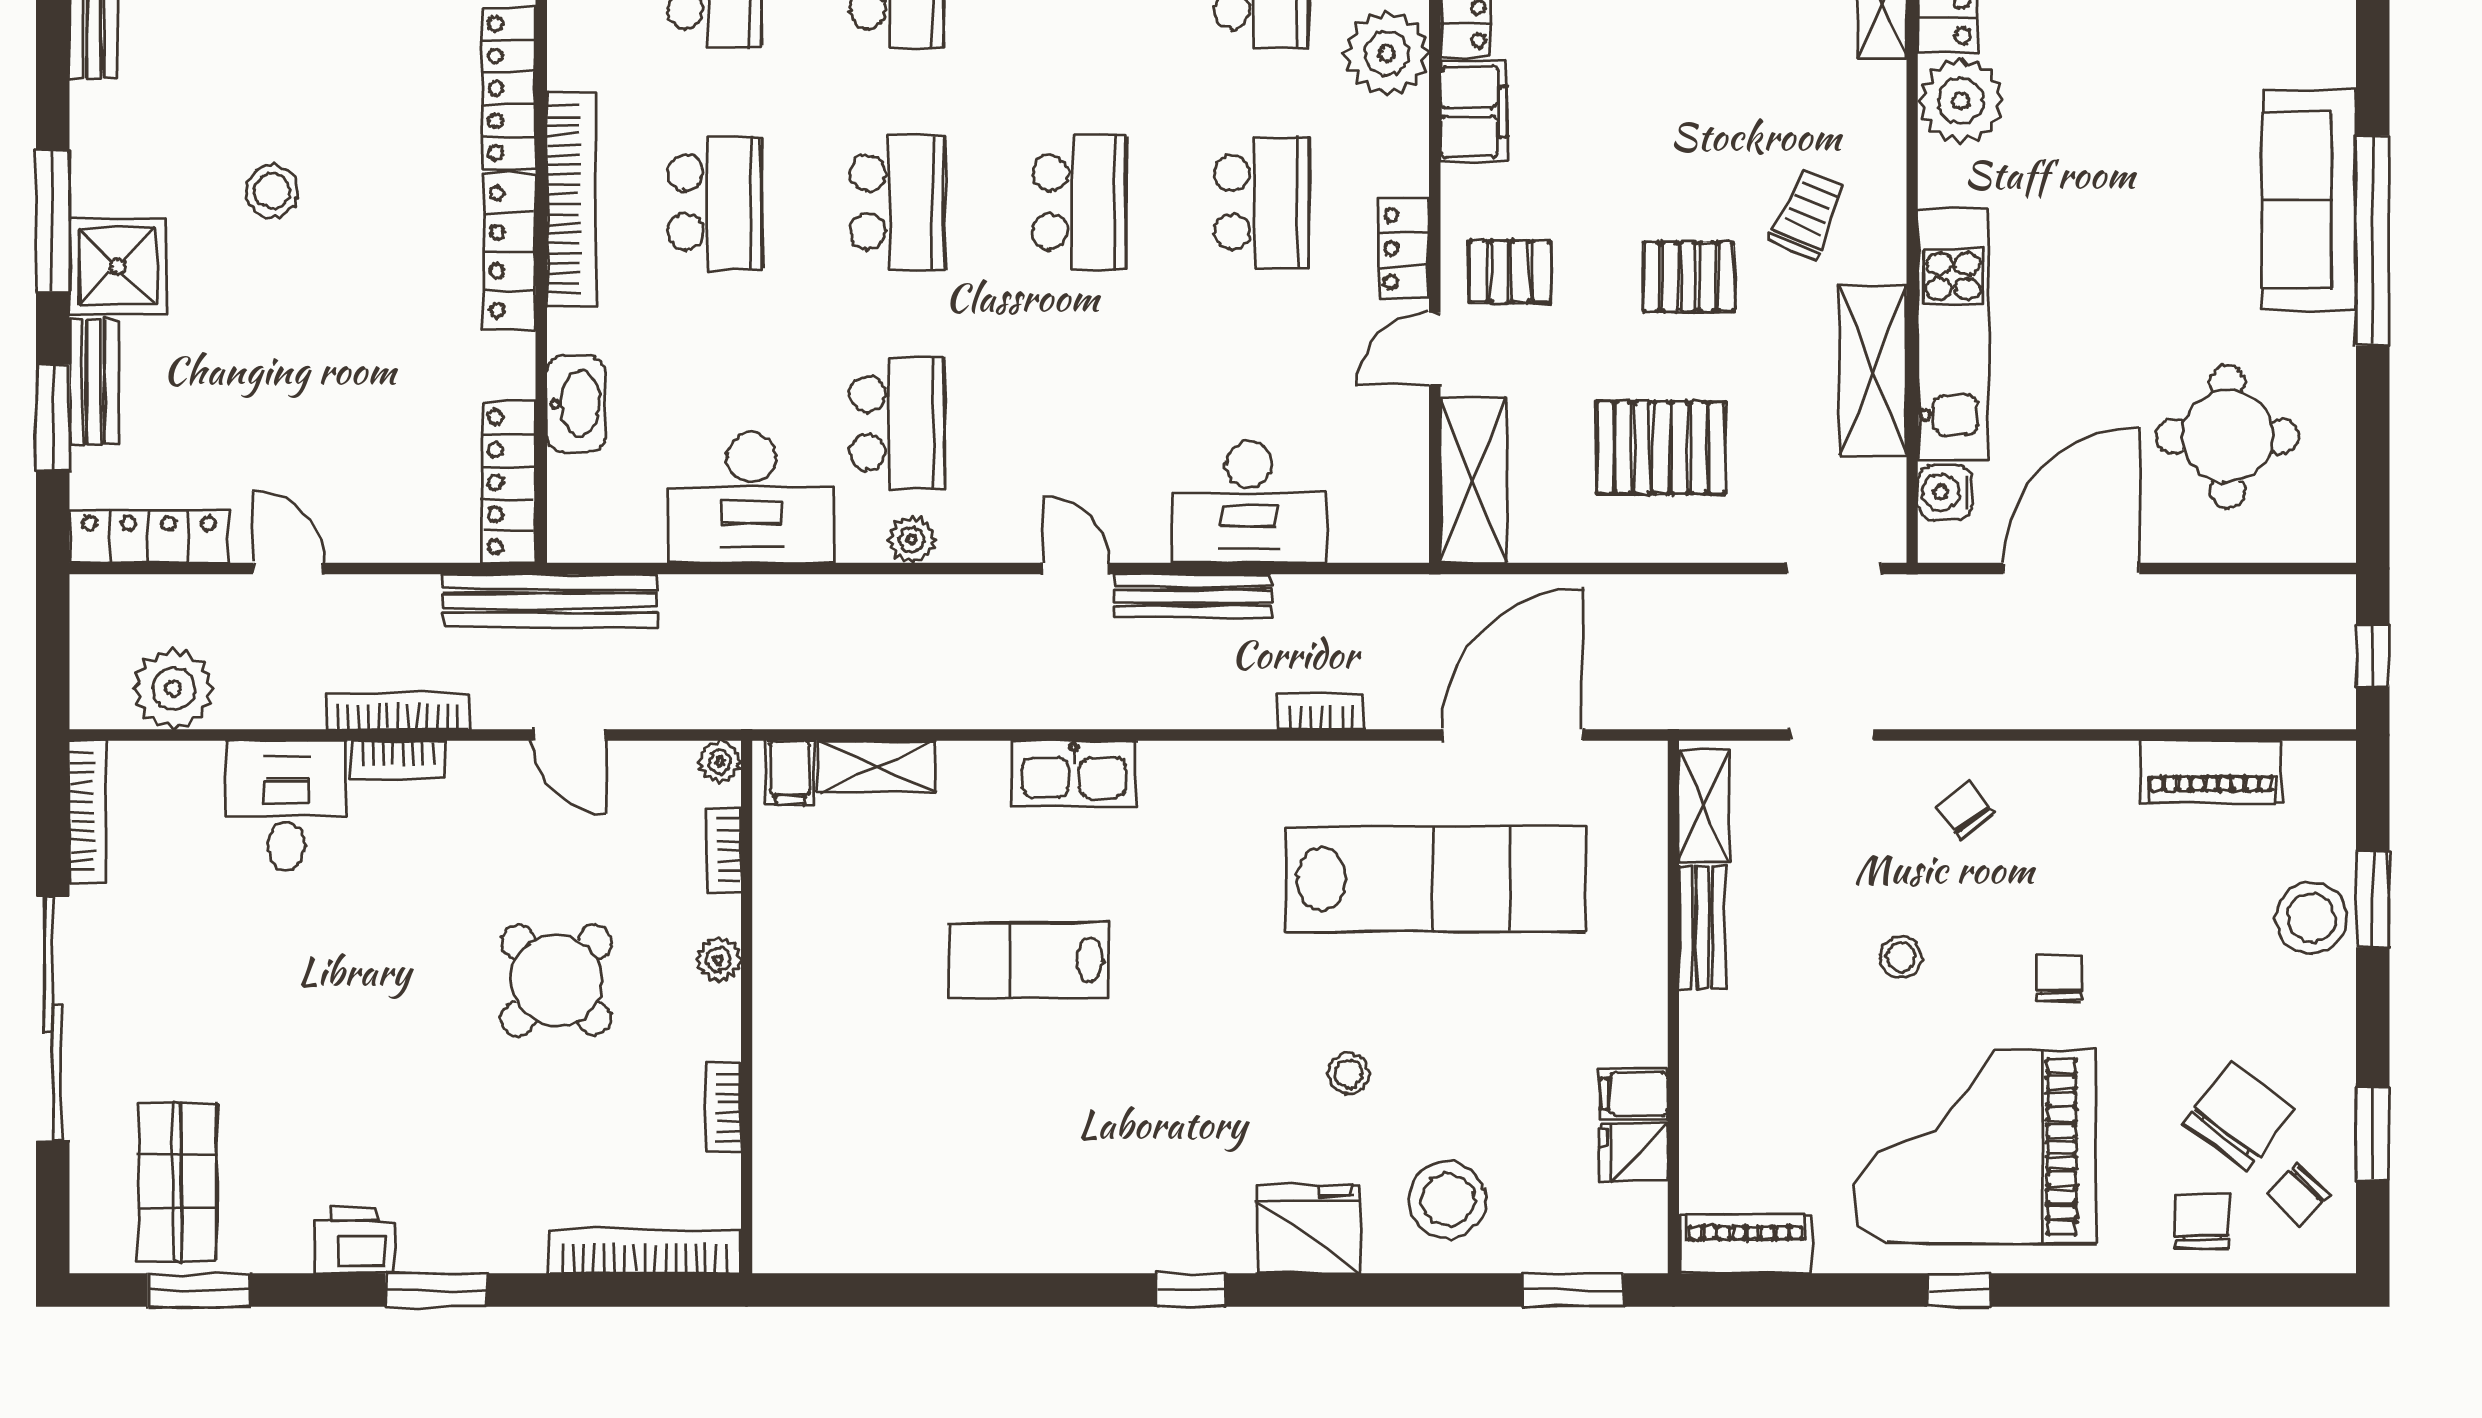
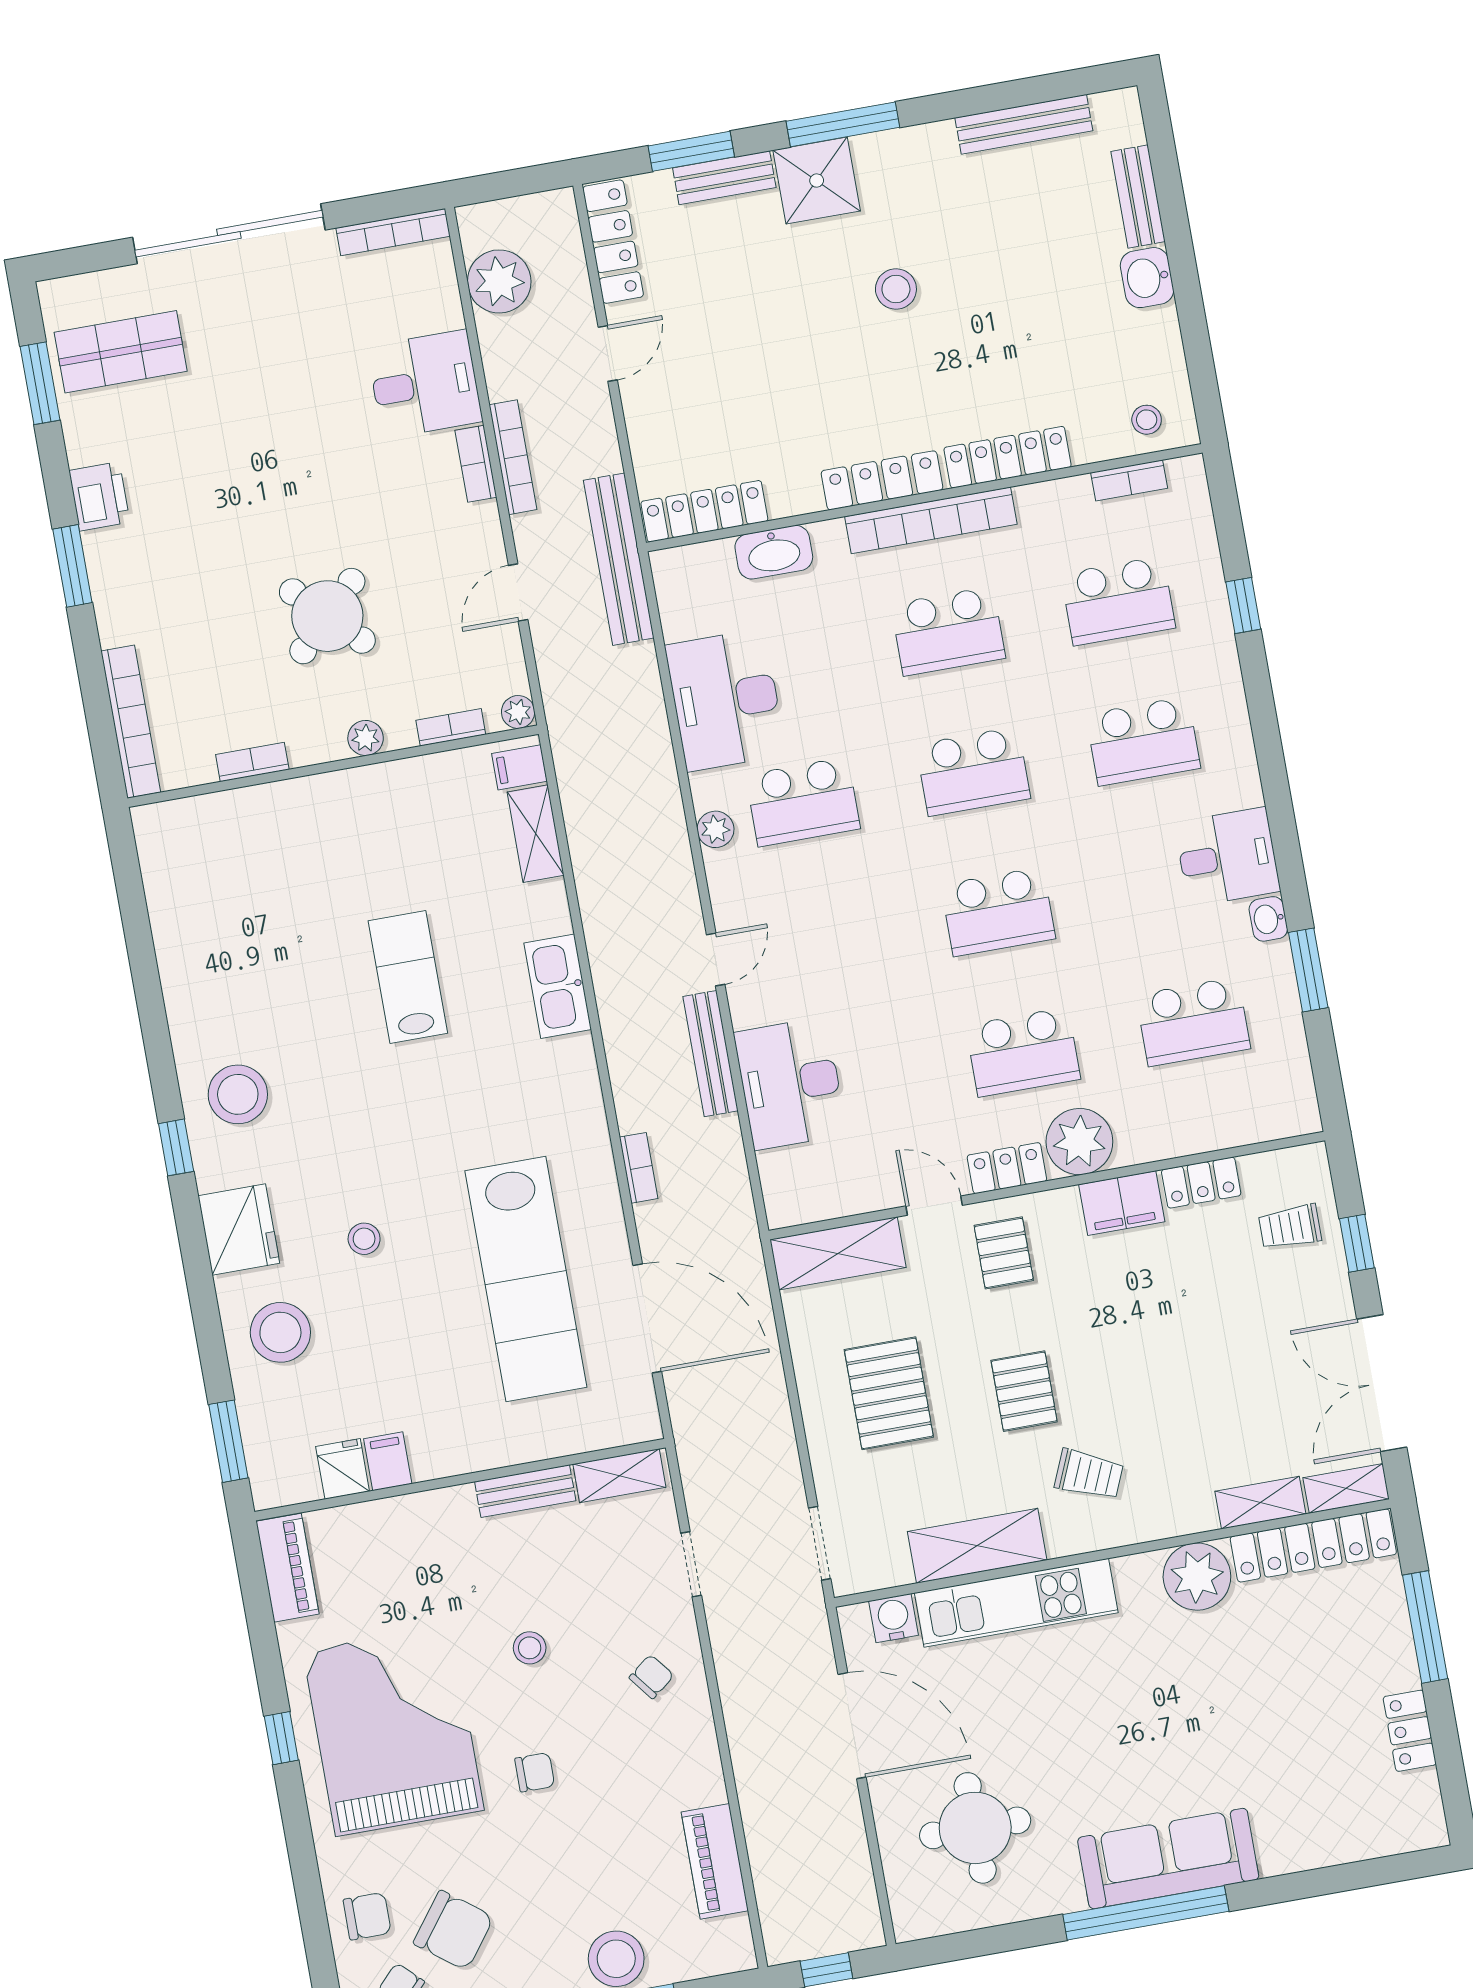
plant: (1387, 53) -> (1079, 1142), moved
stool: (1138, 1200) -> (238, 1094), added

